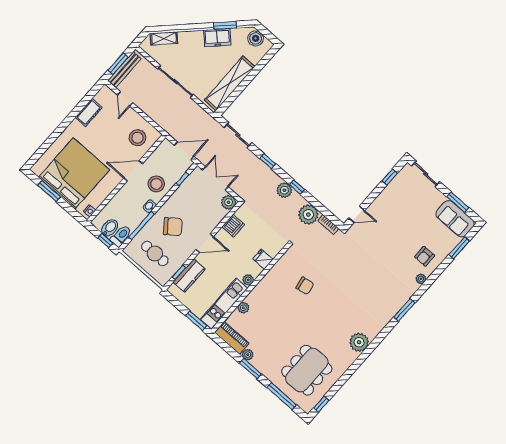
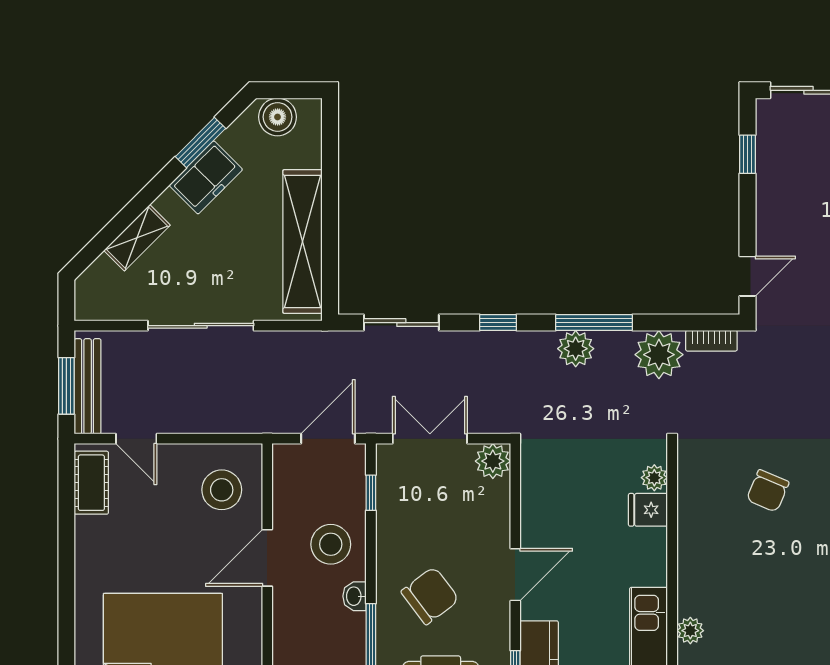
shelving: (164, 38) -> (137, 238), moved
cot: (89, 112) -> (91, 483), moved
window: (297, 187) -> (594, 323), width x2.17
dishwasher: (233, 226) -> (539, 496), removed
plant: (248, 280) -> (654, 478), moved
chair: (305, 286) -> (768, 491), turned 123

